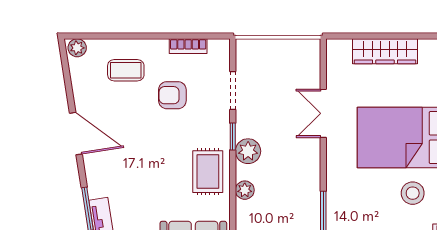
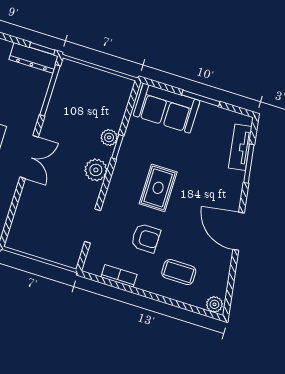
double door: (323, 113) -> (29, 157), moved
window: (233, 137) -> (117, 147), moved
rug: (208, 172) -> (158, 188), moved

